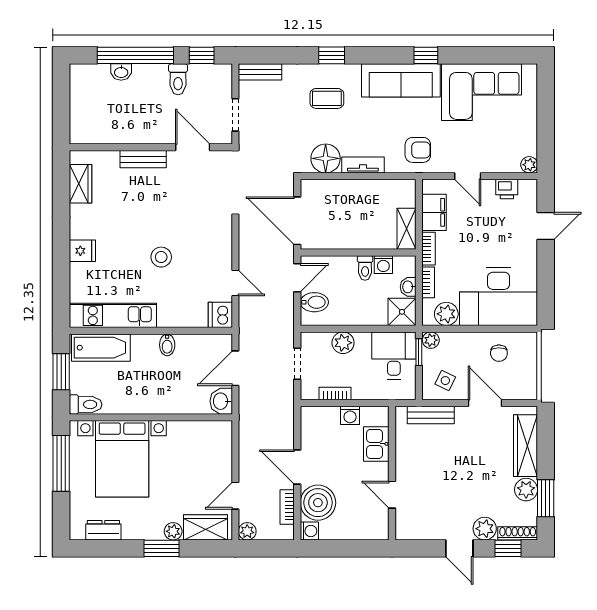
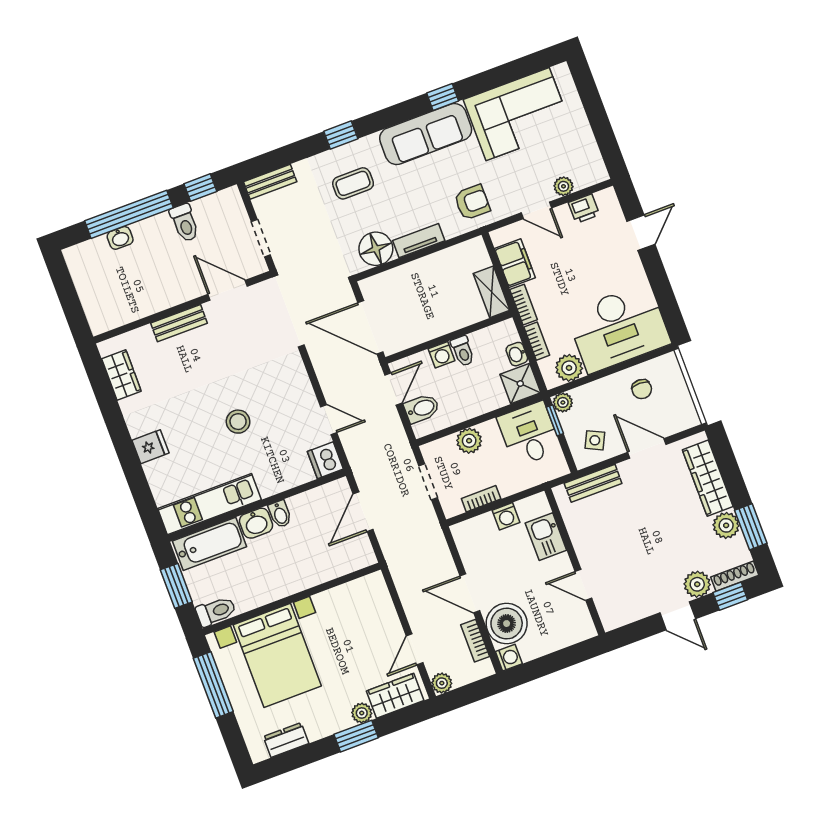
plant: (529, 165) -> (563, 186), moved
washing machine: (383, 265) -> (442, 355), moved
washbasin: (221, 401) -> (256, 523), moved, turned -90

